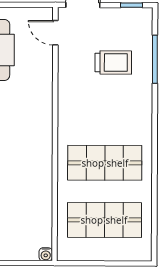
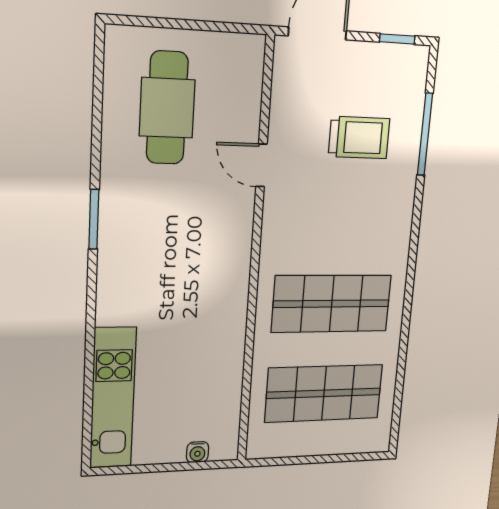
door: (55, 33) -> (261, 165), moved
water cooler: (46, 254) -> (198, 452), moved

